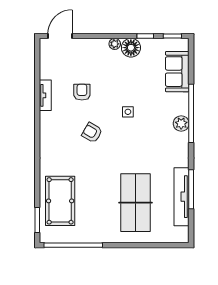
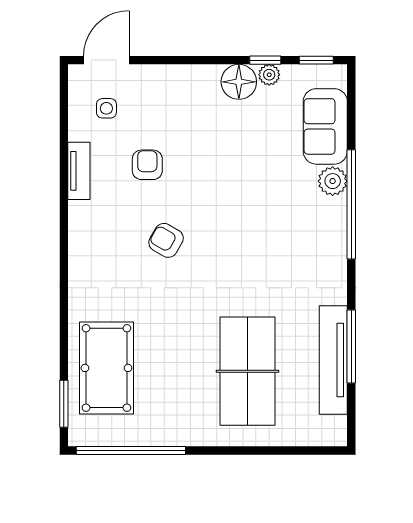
plant: (115, 44) -> (269, 75), moved
side table: (128, 112) -> (106, 108), moved
plant: (181, 123) -> (333, 181), moved

